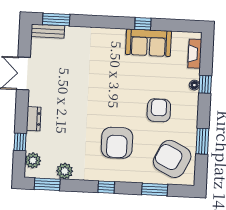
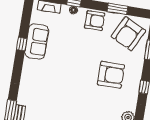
armchair: (159, 110) -> (95, 21), moved, turned 180

